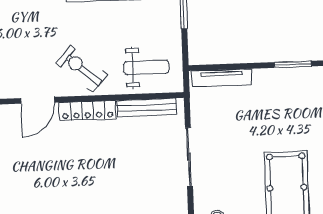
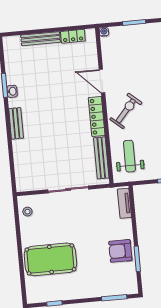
weight bench: (146, 67) -> (129, 156), turned 180
tv unit: (222, 78) -> (124, 203), width x0.71
armchair: (280, 88) -> (120, 251), added

